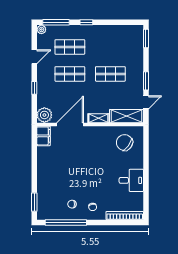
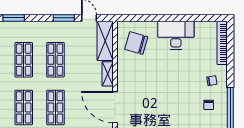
shop shelf: (110, 47) -> (24, 60), added
chair: (125, 143) -> (136, 43), turned 70
desk: (131, 180) -> (176, 35), width x1.37

